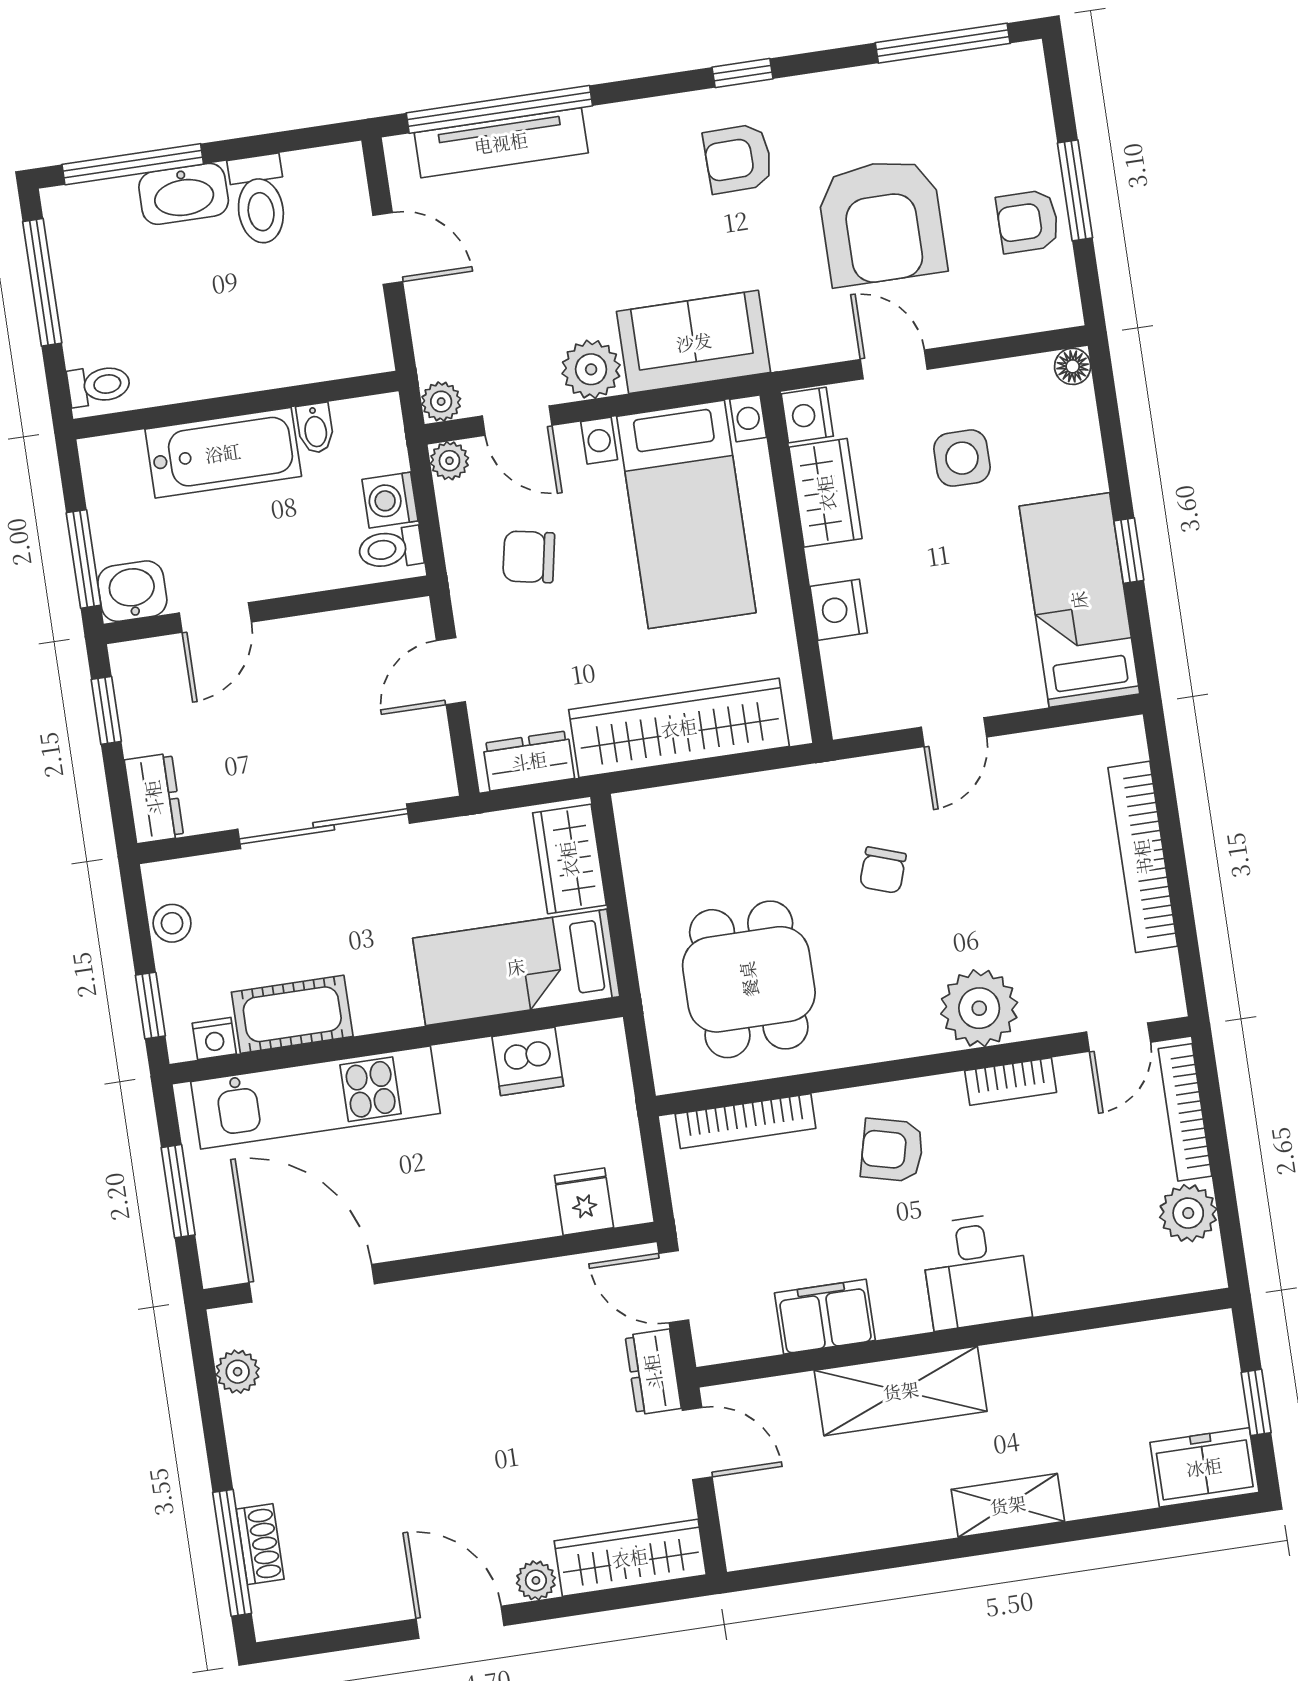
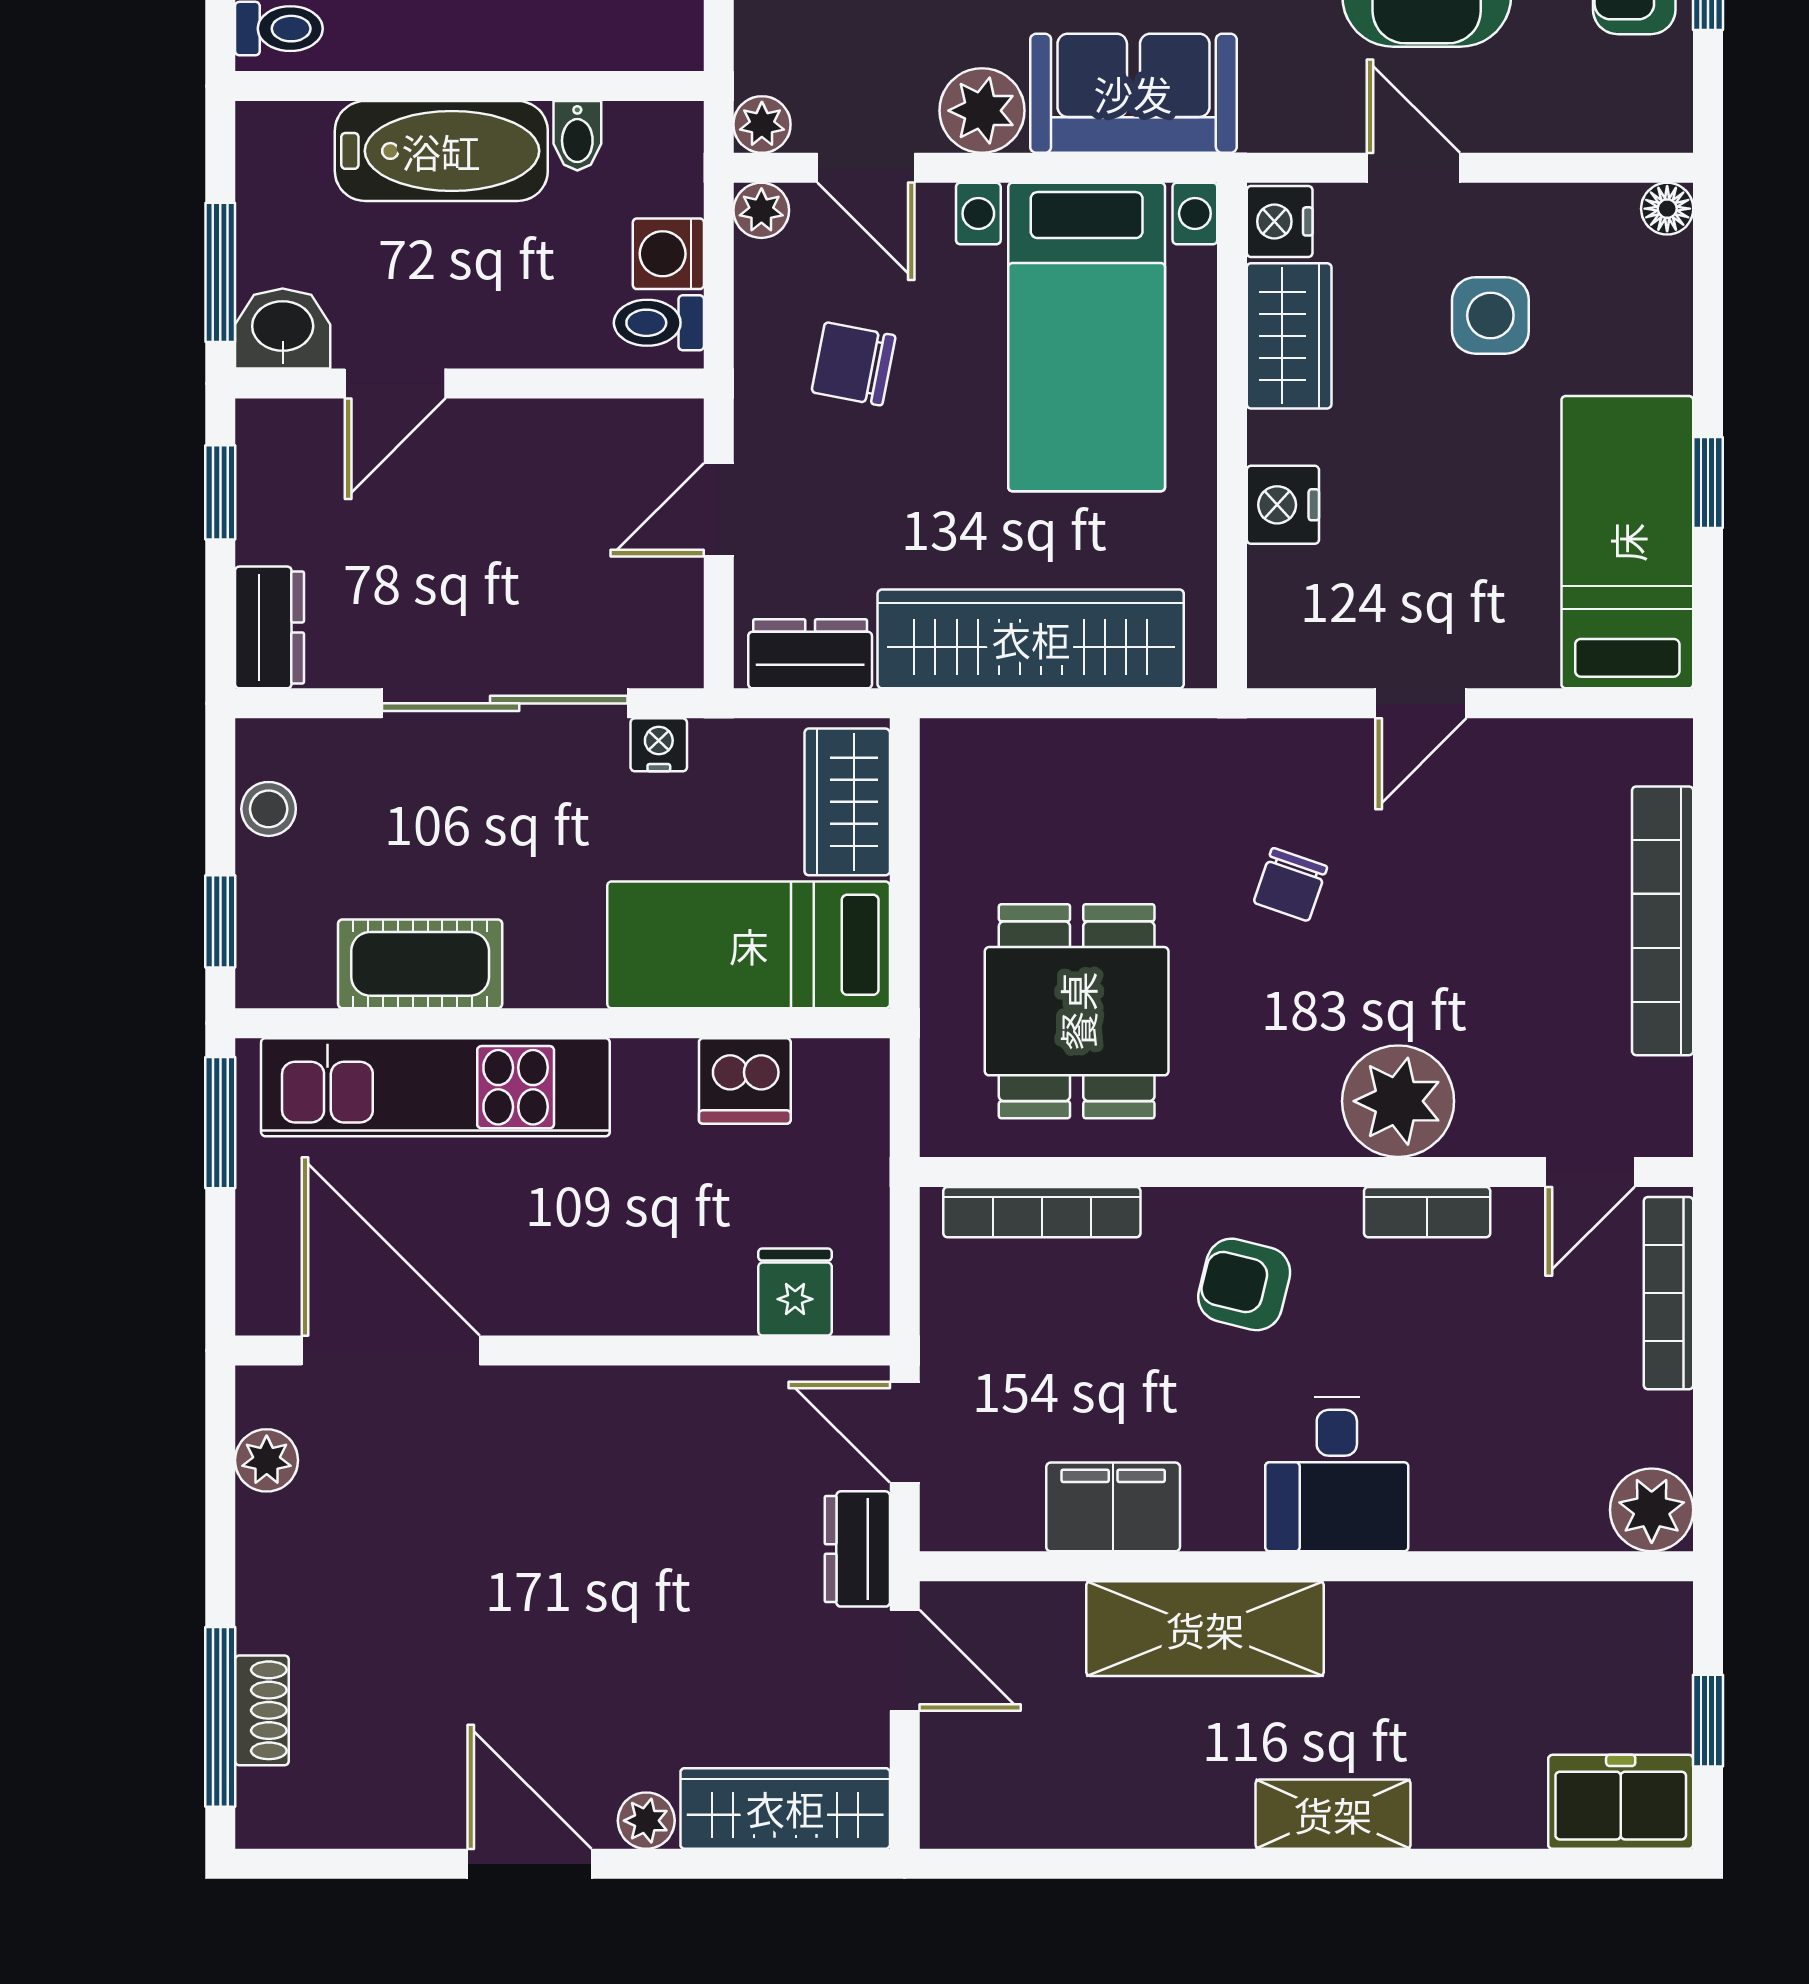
nightstand: (214, 1039) -> (659, 745), moved, turned 180
window: (178, 1191) -> (220, 1123), moved
plant: (1188, 1213) -> (1652, 1510), moved

